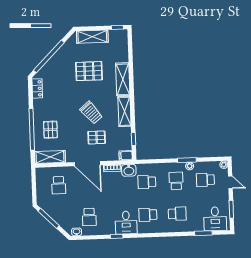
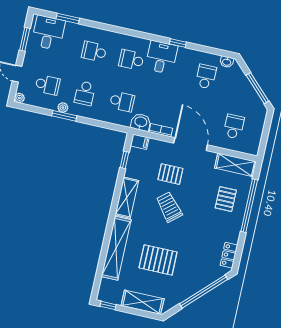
shelving: (123, 79) -> (116, 248), width x1.47
school desk: (148, 215) -> (131, 60), turned 180

